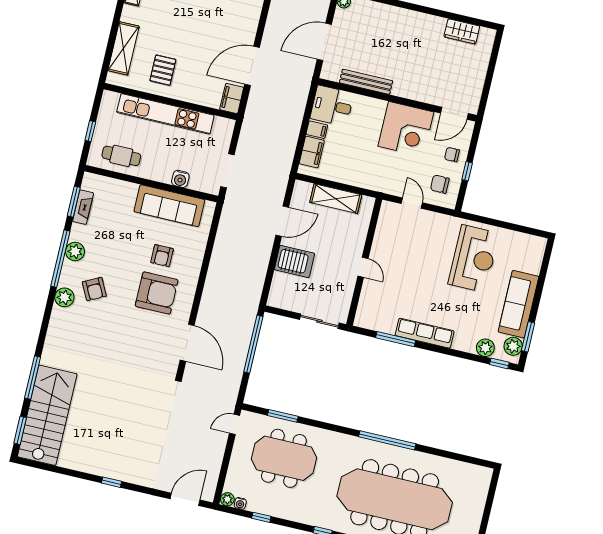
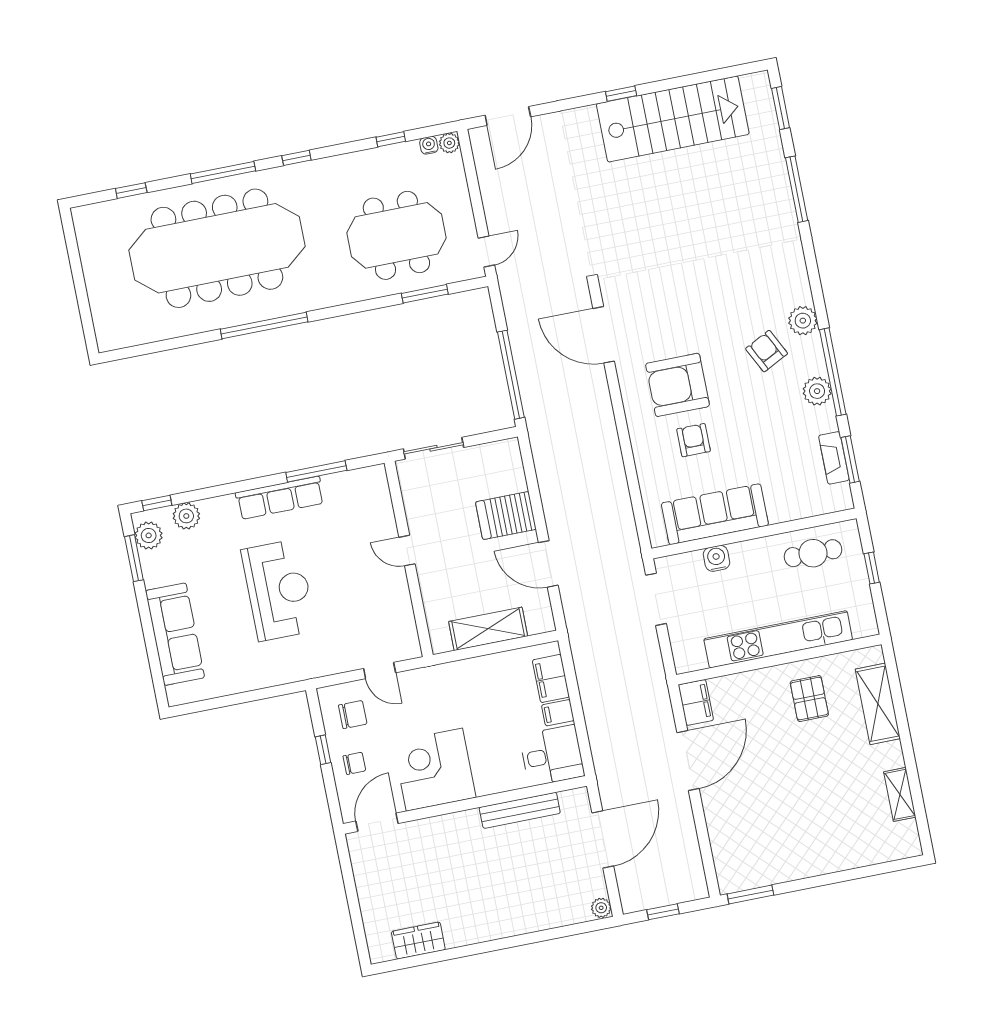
door: (282, 221) -> (548, 564), hinge flipped
reception desk: (474, 259) -> (278, 590), moved, turned 180
sofa: (518, 304) -> (175, 634), moved
stairs: (47, 415) -> (673, 119), moved, turned -90

